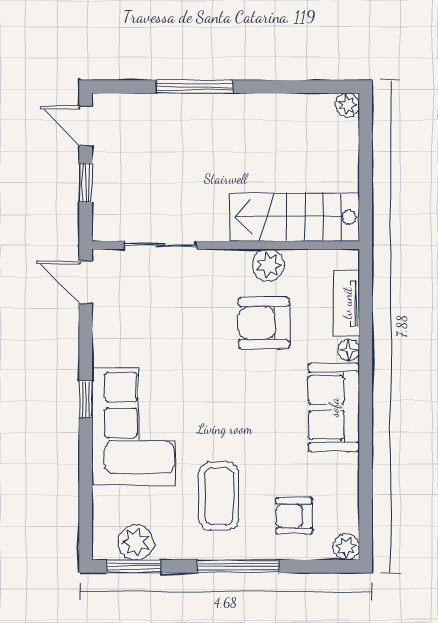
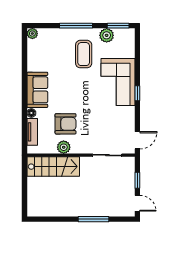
plant: (347, 105) -> (32, 212), removed
door: (86, 282) -> (137, 140), hinge flipped
armchair: (294, 516) -> (53, 46), removed
plant: (136, 542) -> (107, 35), moved

